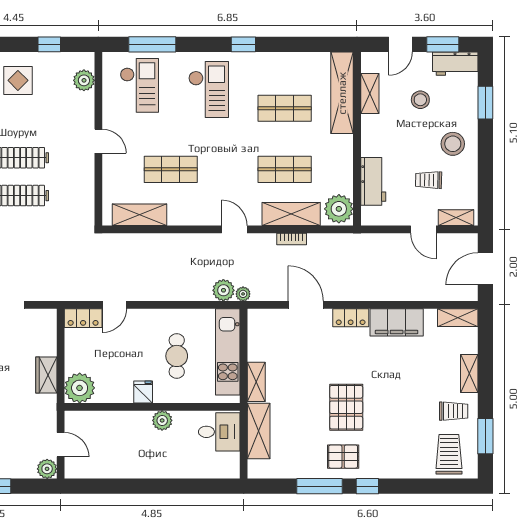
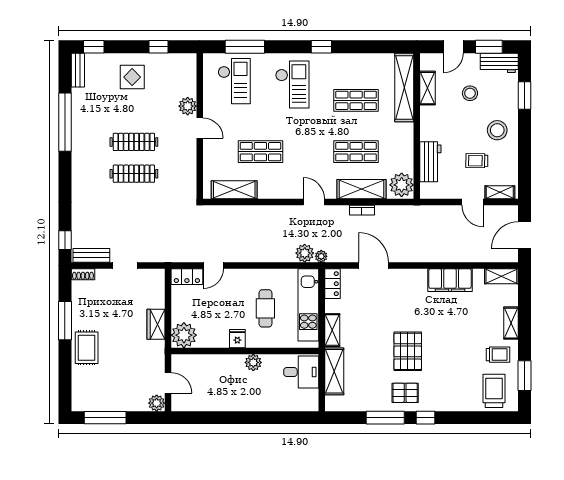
plant: (84, 80) -> (188, 106), moved
locker: (351, 318) -> (332, 284), moved, turned -90

